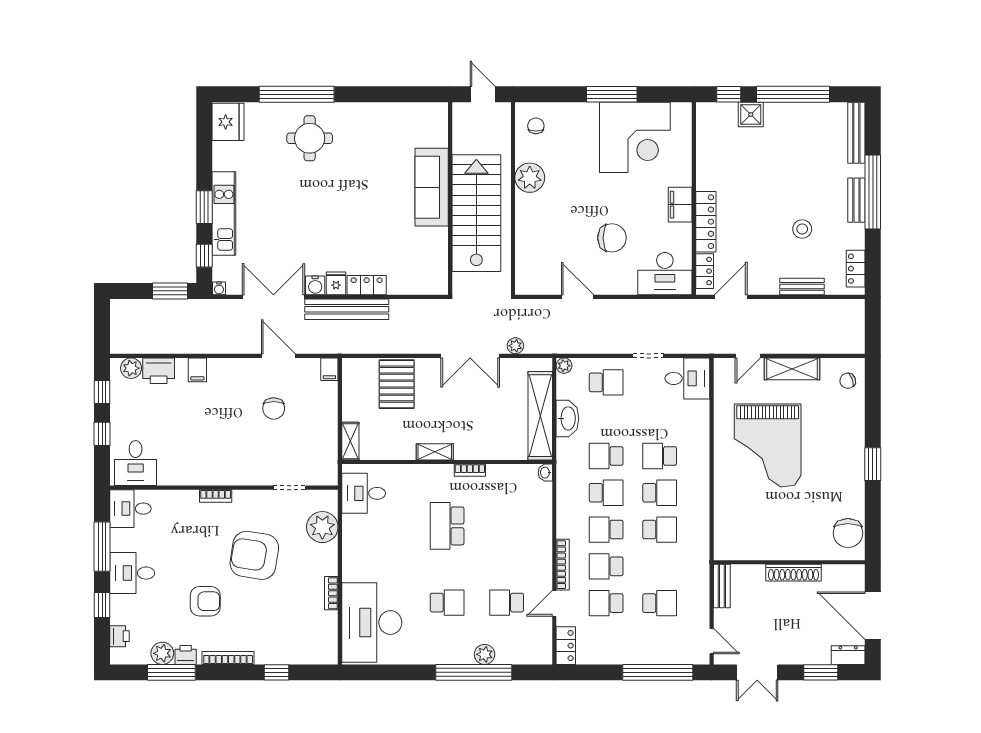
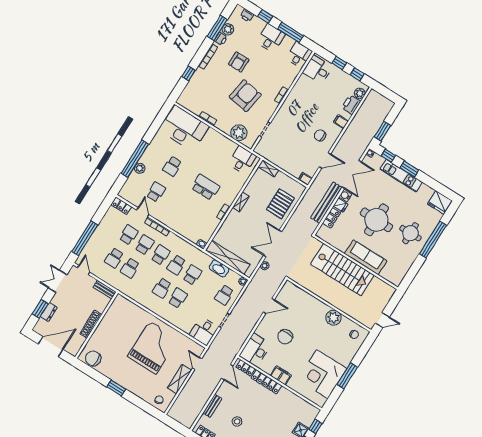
sofa: (432, 187) -> (366, 257), moved
wall: (450, 199) -> (356, 262), moved
round table: (323, 208) -> (376, 220), added
stairs: (476, 213) -> (342, 270), moved
pallet: (397, 384) -> (280, 204), turned 90
chair: (274, 408) -> (320, 135), moved
grand piano: (768, 445) -> (153, 348), turned 90
school desk: (660, 530) -> (130, 268), moved
door: (712, 641) -> (84, 270), swing flipped
dresser: (848, 655) -> (49, 312), moved

